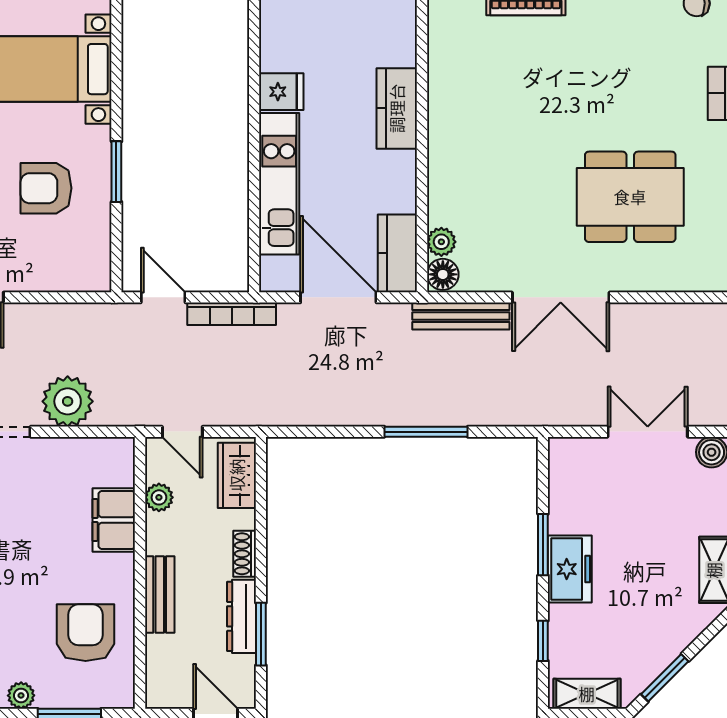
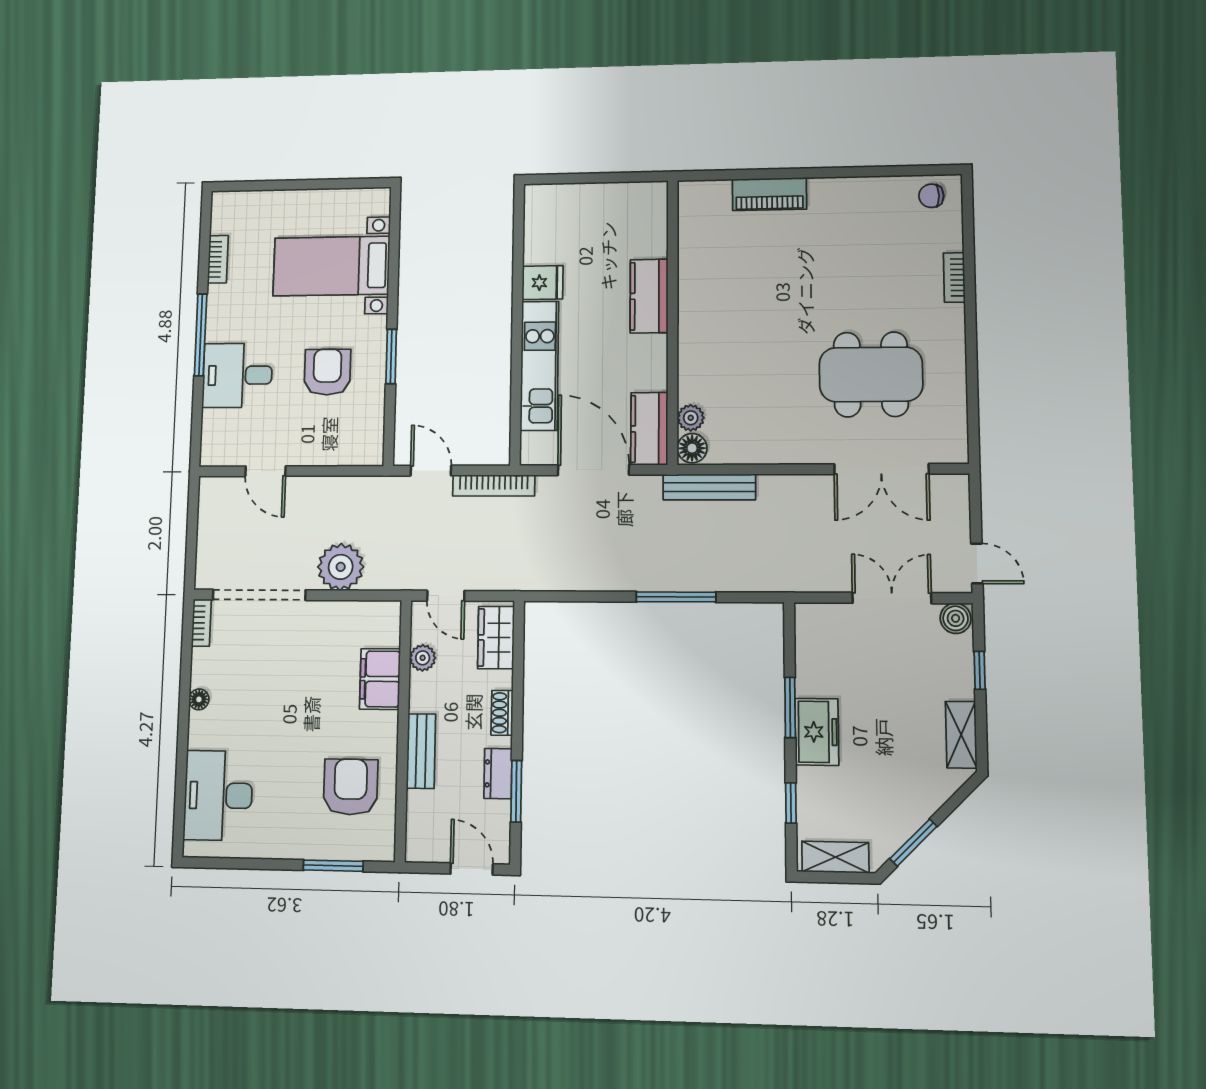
armchair: (46, 188) -> (327, 372), turned 90
double door: (561, 297) -> (881, 469), moved
dresser: (241, 616) -> (498, 774), width x0.70
plant: (21, 695) -> (288, 847), removed

